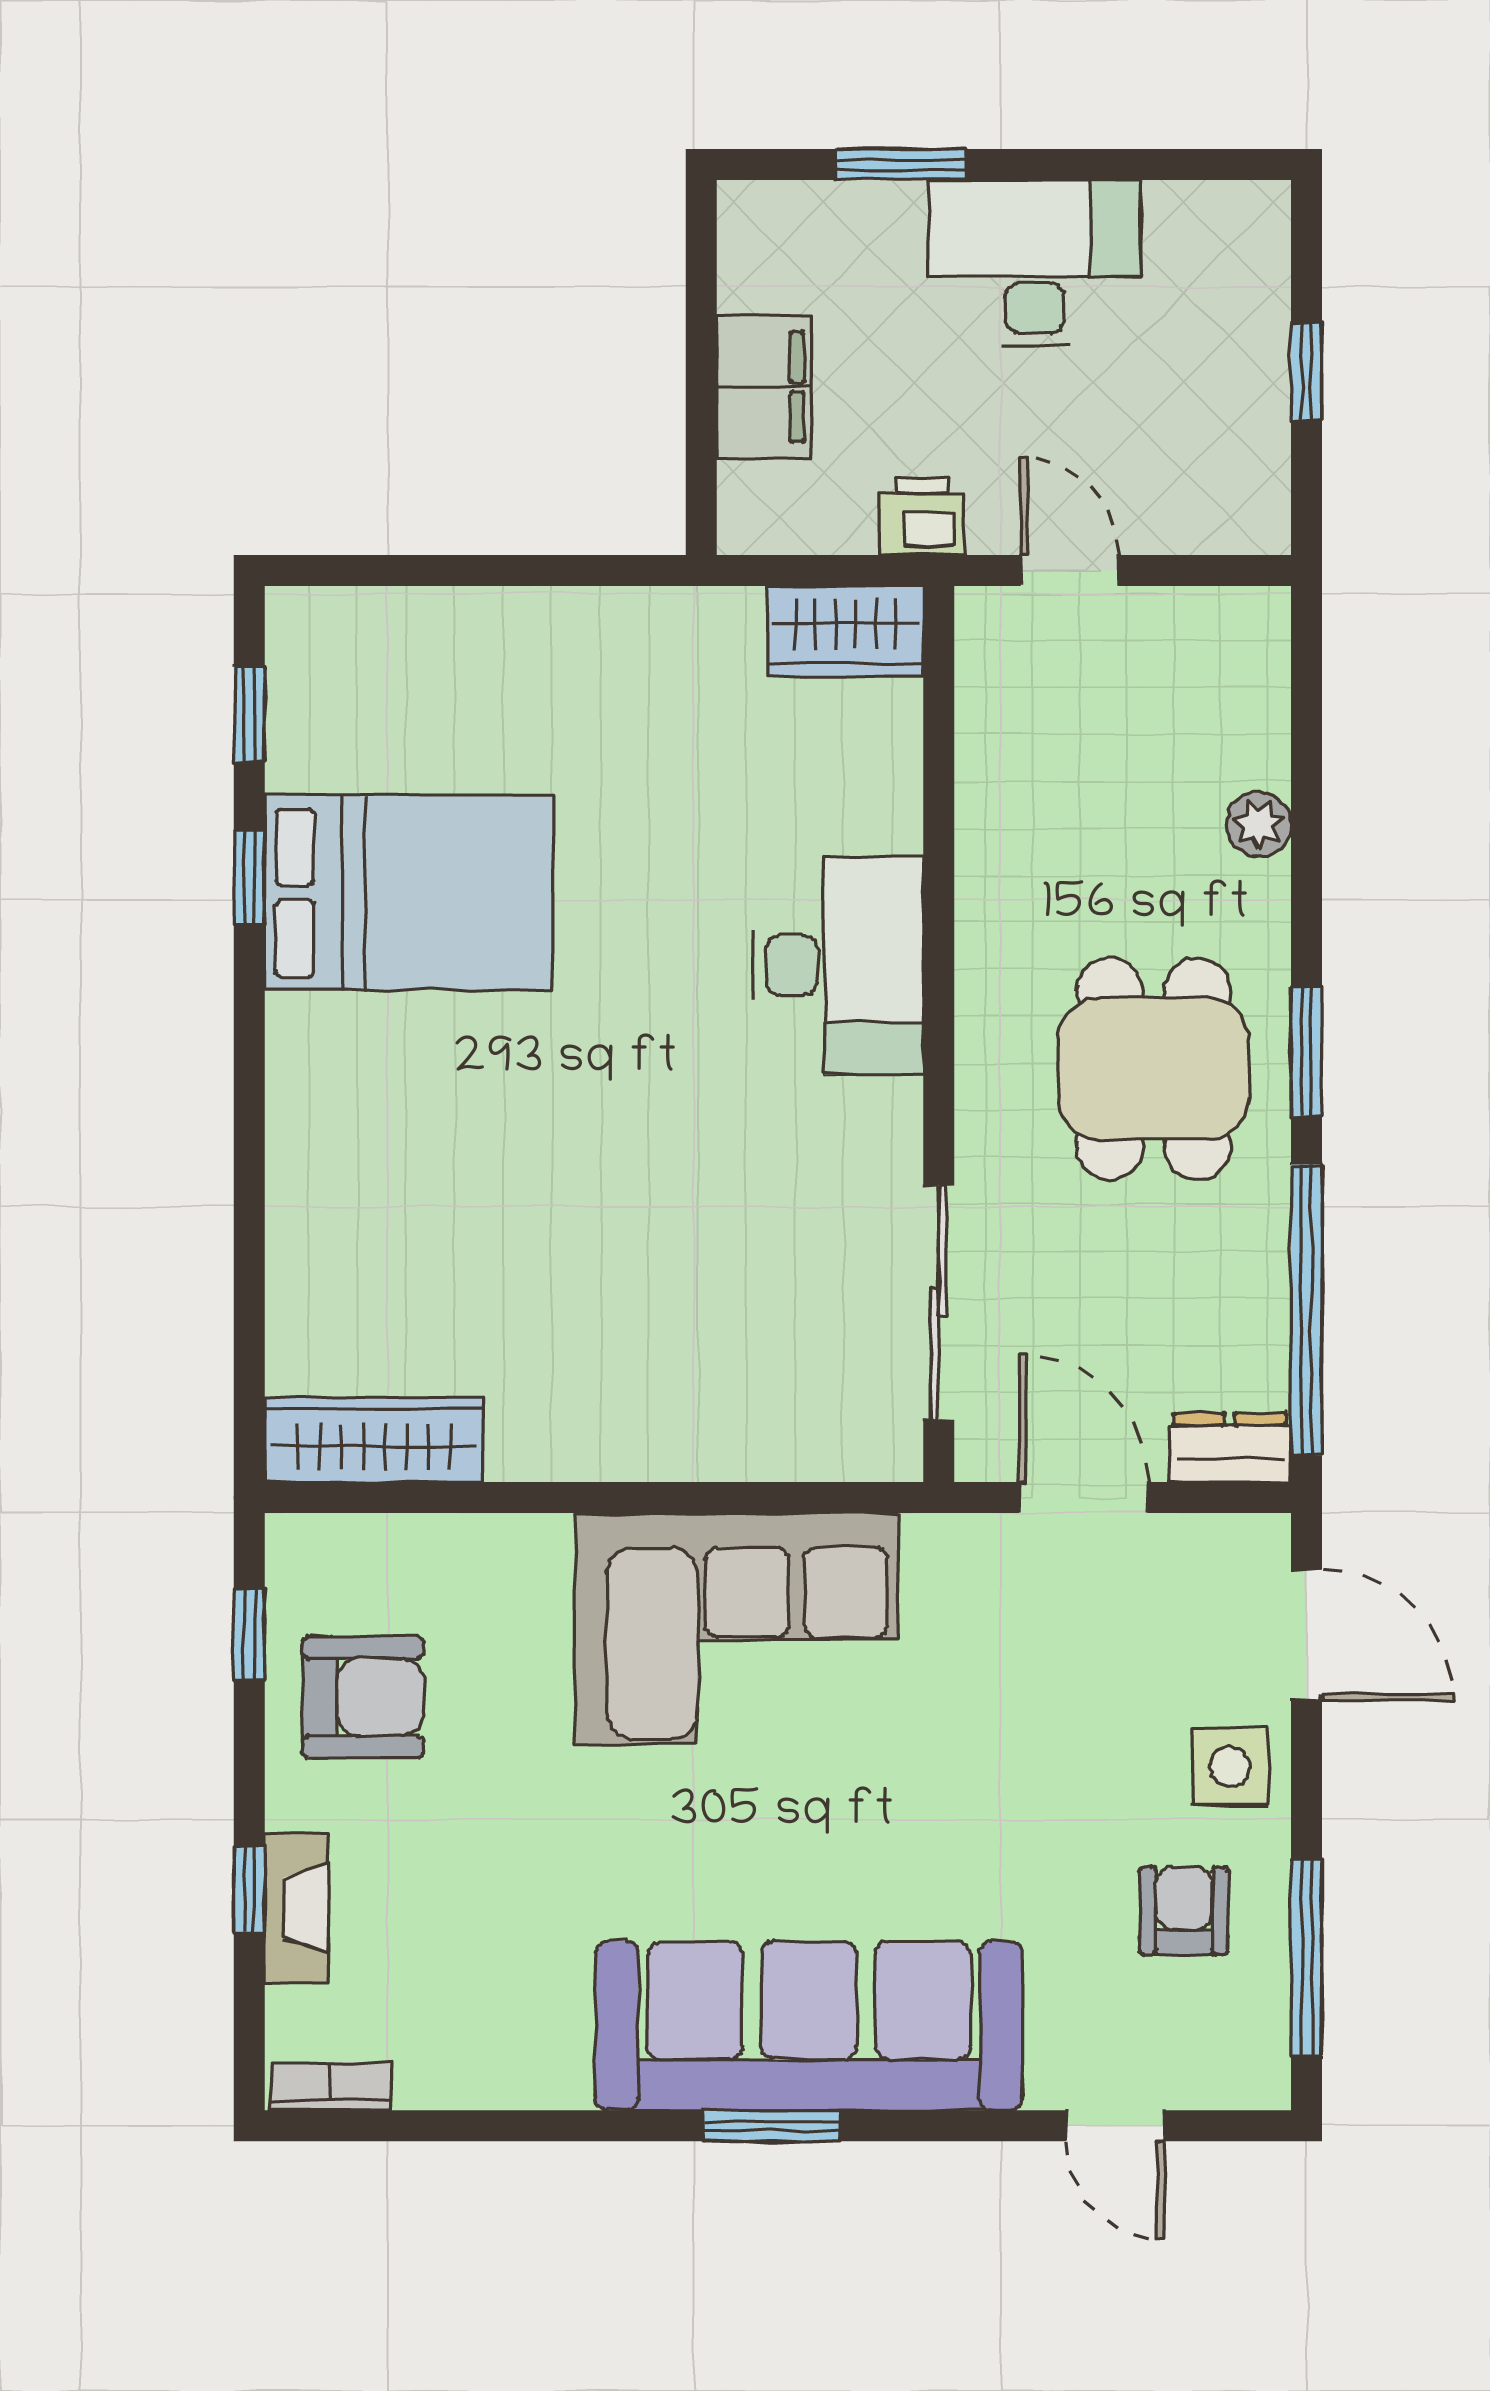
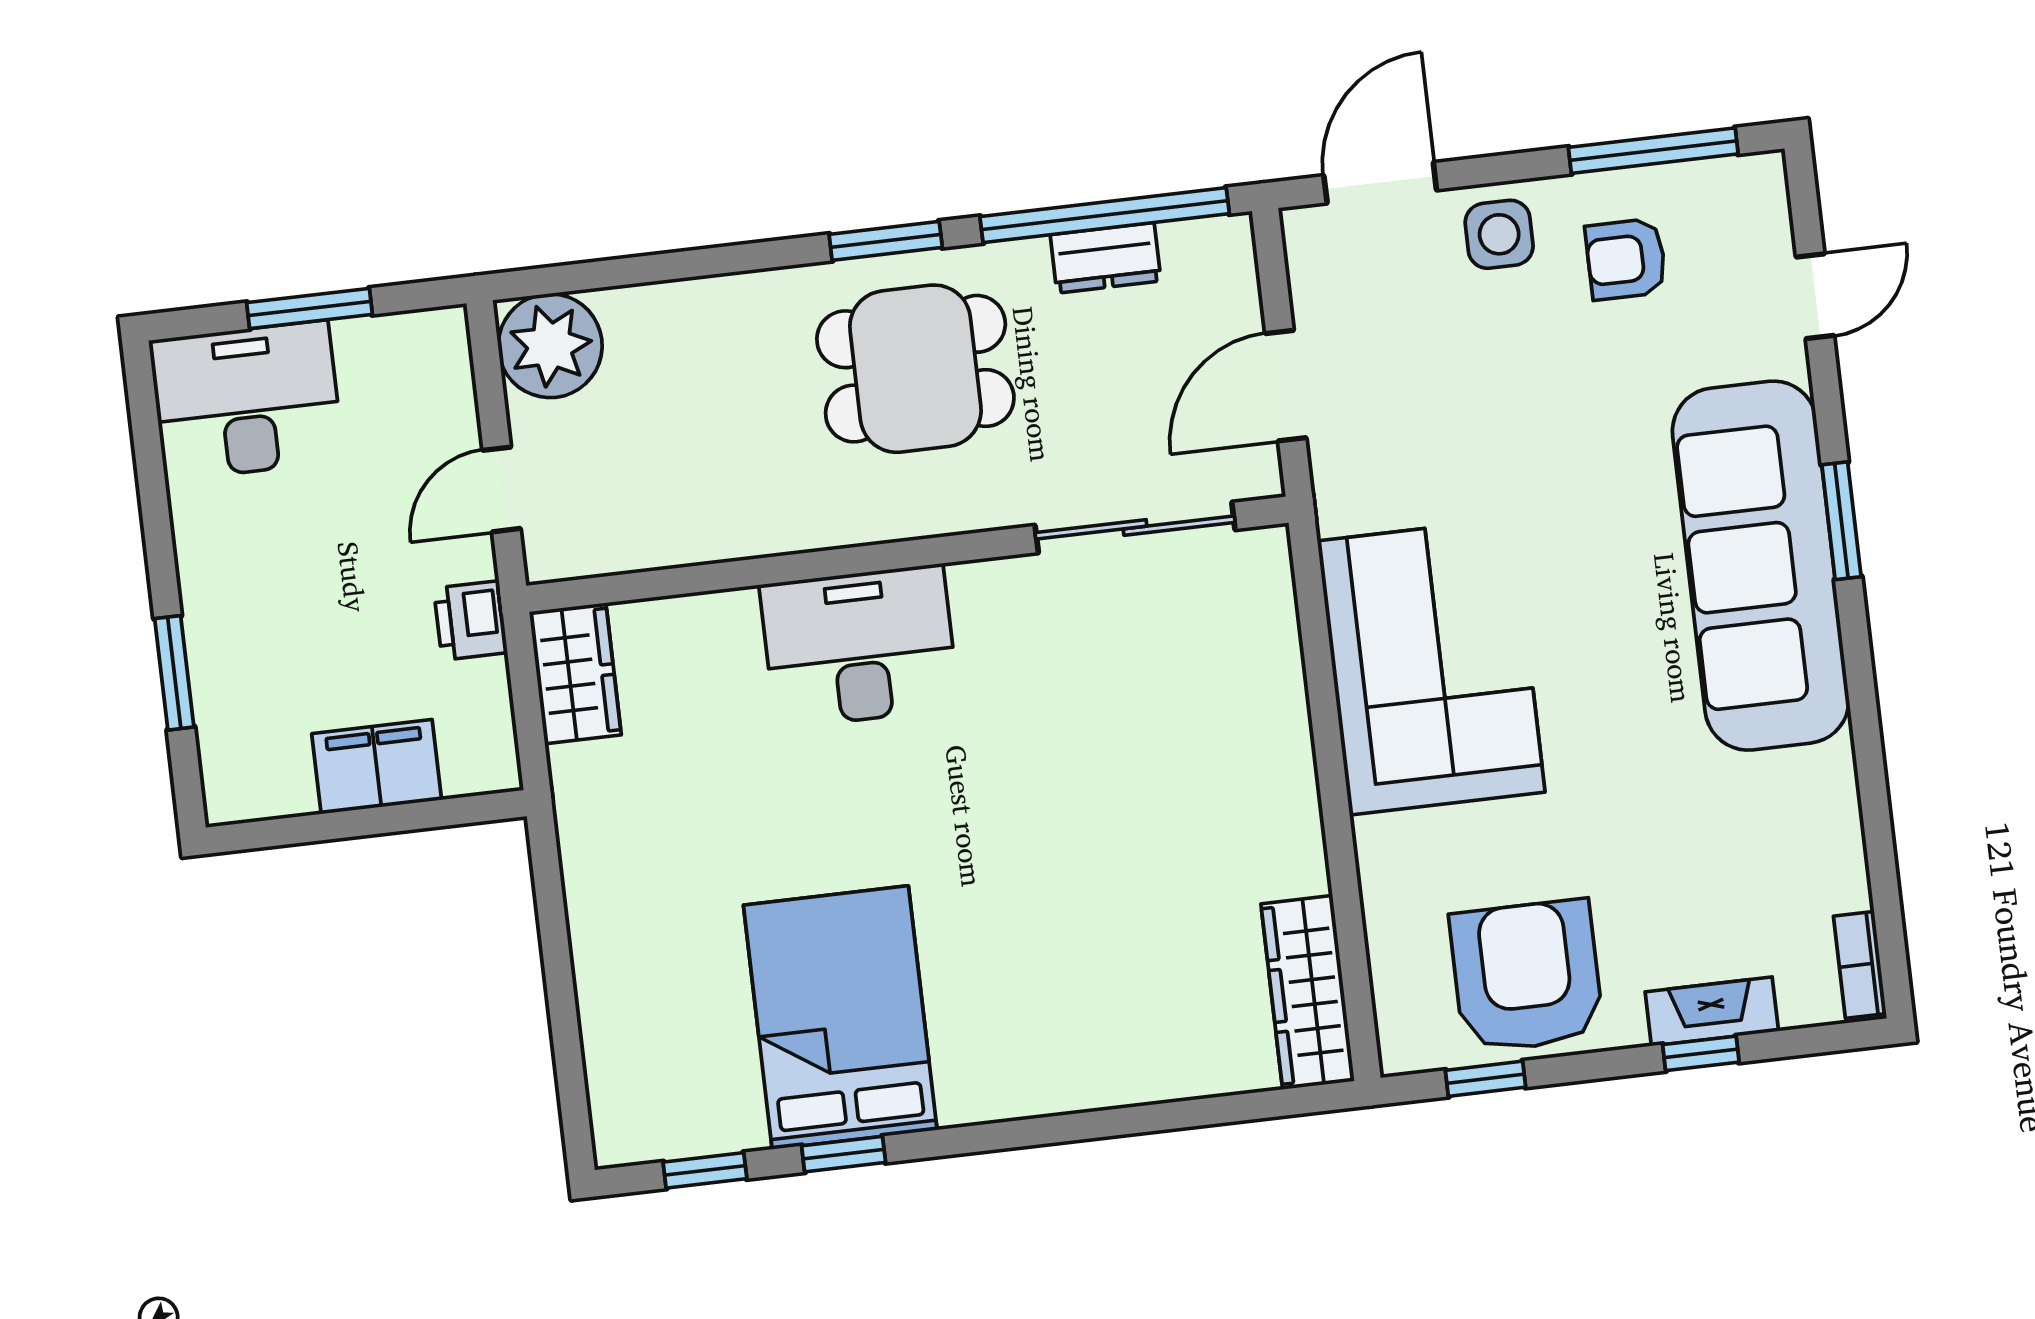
desk: (1035, 263) -> (246, 401), moved, turned 90
window: (1306, 372) -> (310, 308), width x1.50
plant: (1259, 824) -> (550, 346), moved, width x1.88, depth x1.88
dresser: (1230, 1448) -> (1106, 258), moved, turned -90
armchair: (363, 1697) -> (1527, 976), width x1.36, depth x1.36
window: (772, 2126) -> (1841, 521), moved

